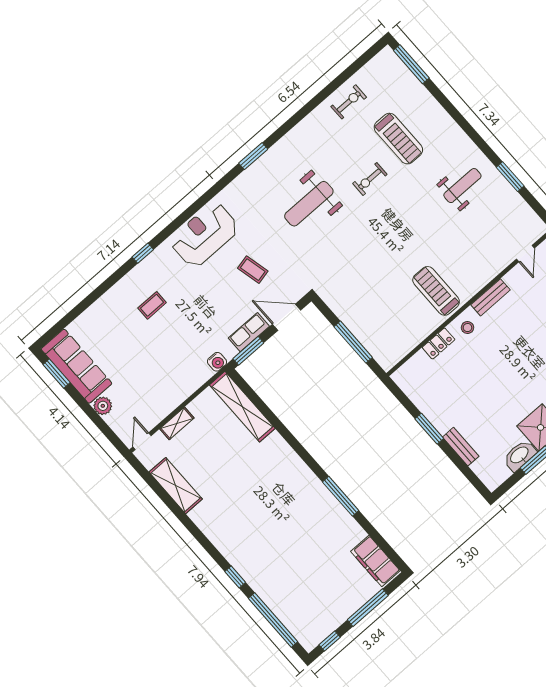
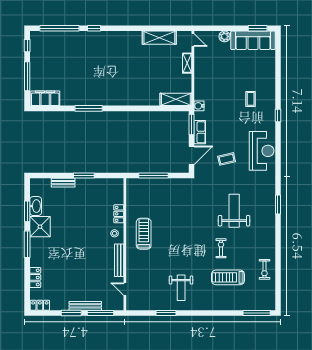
treadmill: (436, 291) -> (144, 234), turned -90
bench: (490, 297) -> (119, 260), width x1.36
shelving: (242, 407) -> (176, 99), width x0.68

